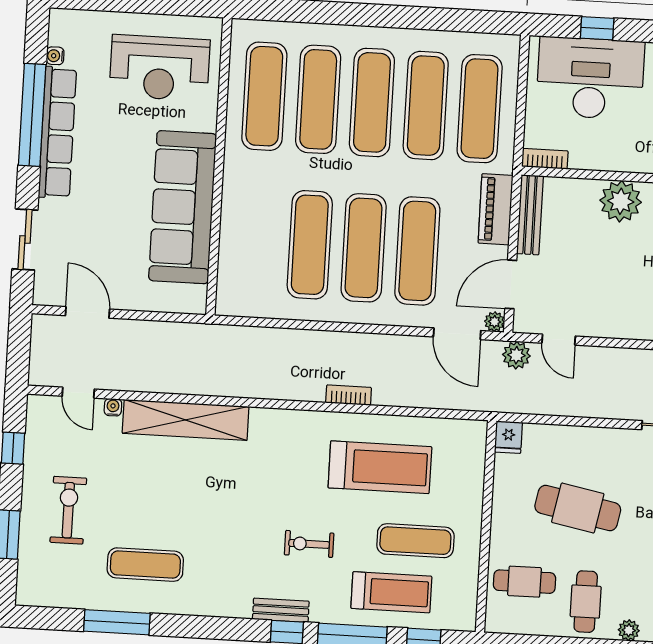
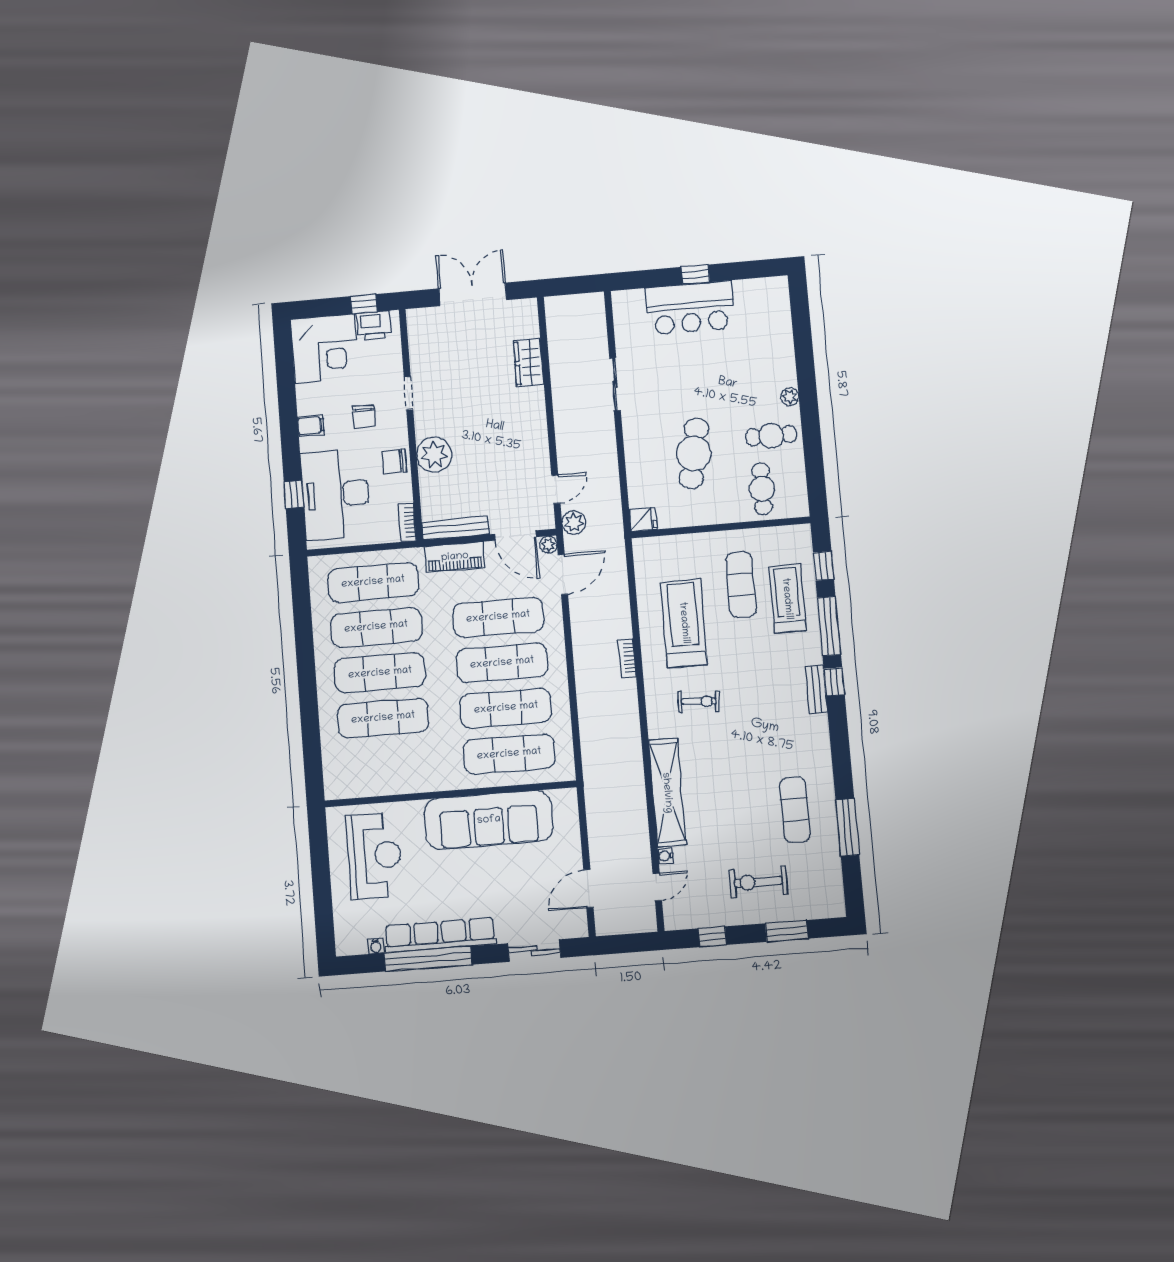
exercise mat: (264, 96) -> (509, 754), moved
chair: (620, 153) -> (394, 461), added
exercise bike: (309, 544) -> (699, 701), moved, turned -86

